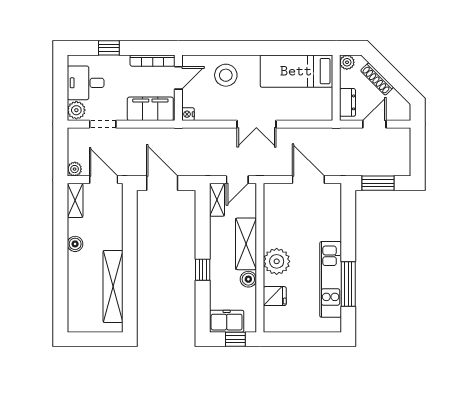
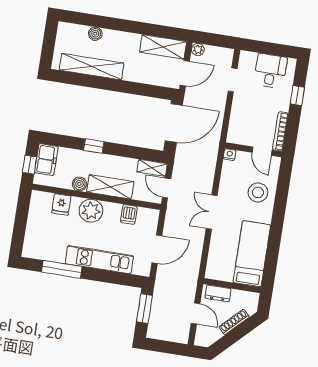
plant: (347, 62) -> (253, 298), removed
filing cabinet: (150, 109) -> (239, 123), removed
plant: (76, 110) -> (248, 59), removed
door: (162, 183) -> (174, 123), width x1.36
shelving: (75, 200) -> (163, 47), width x1.50, depth x1.33
dishwasher: (274, 218) -> (129, 214), added
boiler: (75, 244) -> (95, 34), moved
kitchen unit: (331, 279) -> (99, 260), moved

